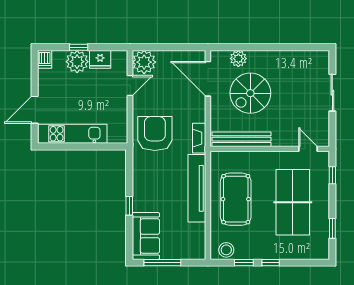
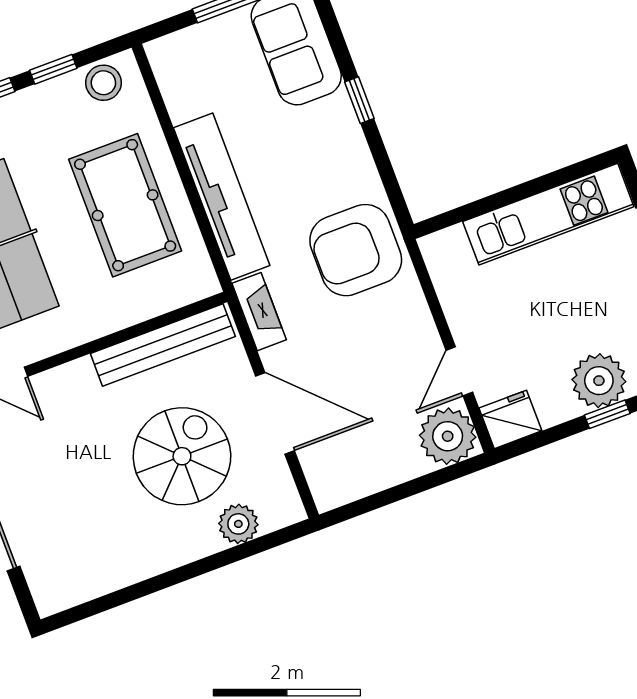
fridge: (100, 59) -> (510, 419), moved
door: (208, 79) -> (275, 413), moved
armchair: (155, 134) -> (356, 250), moved, turned 90

